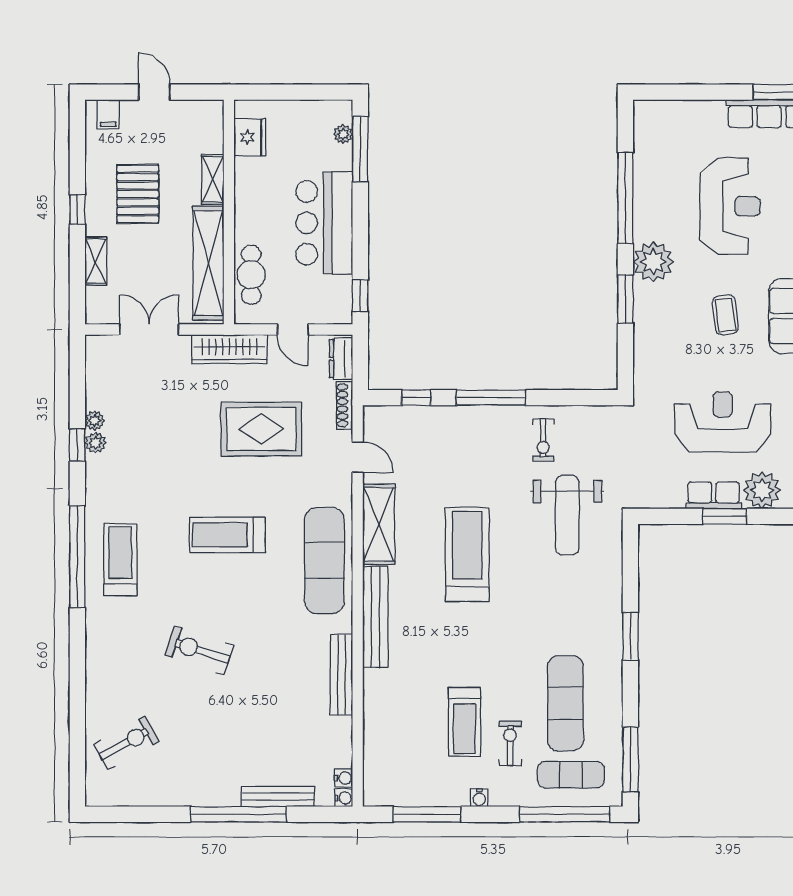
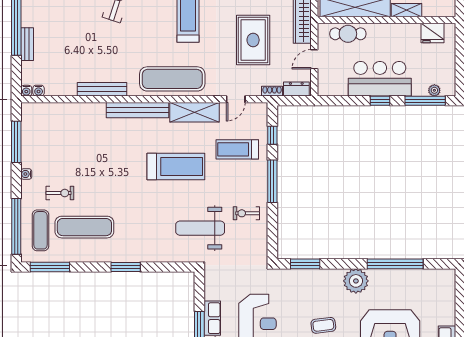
window: (360, 296) -> (380, 101), moved
window: (625, 299) -> (305, 264), moved
shoe rack: (345, 405) -> (272, 91), width x0.70
treadmill: (464, 722) -> (237, 149), moved
bench: (278, 797) -> (27, 44), width x0.73

